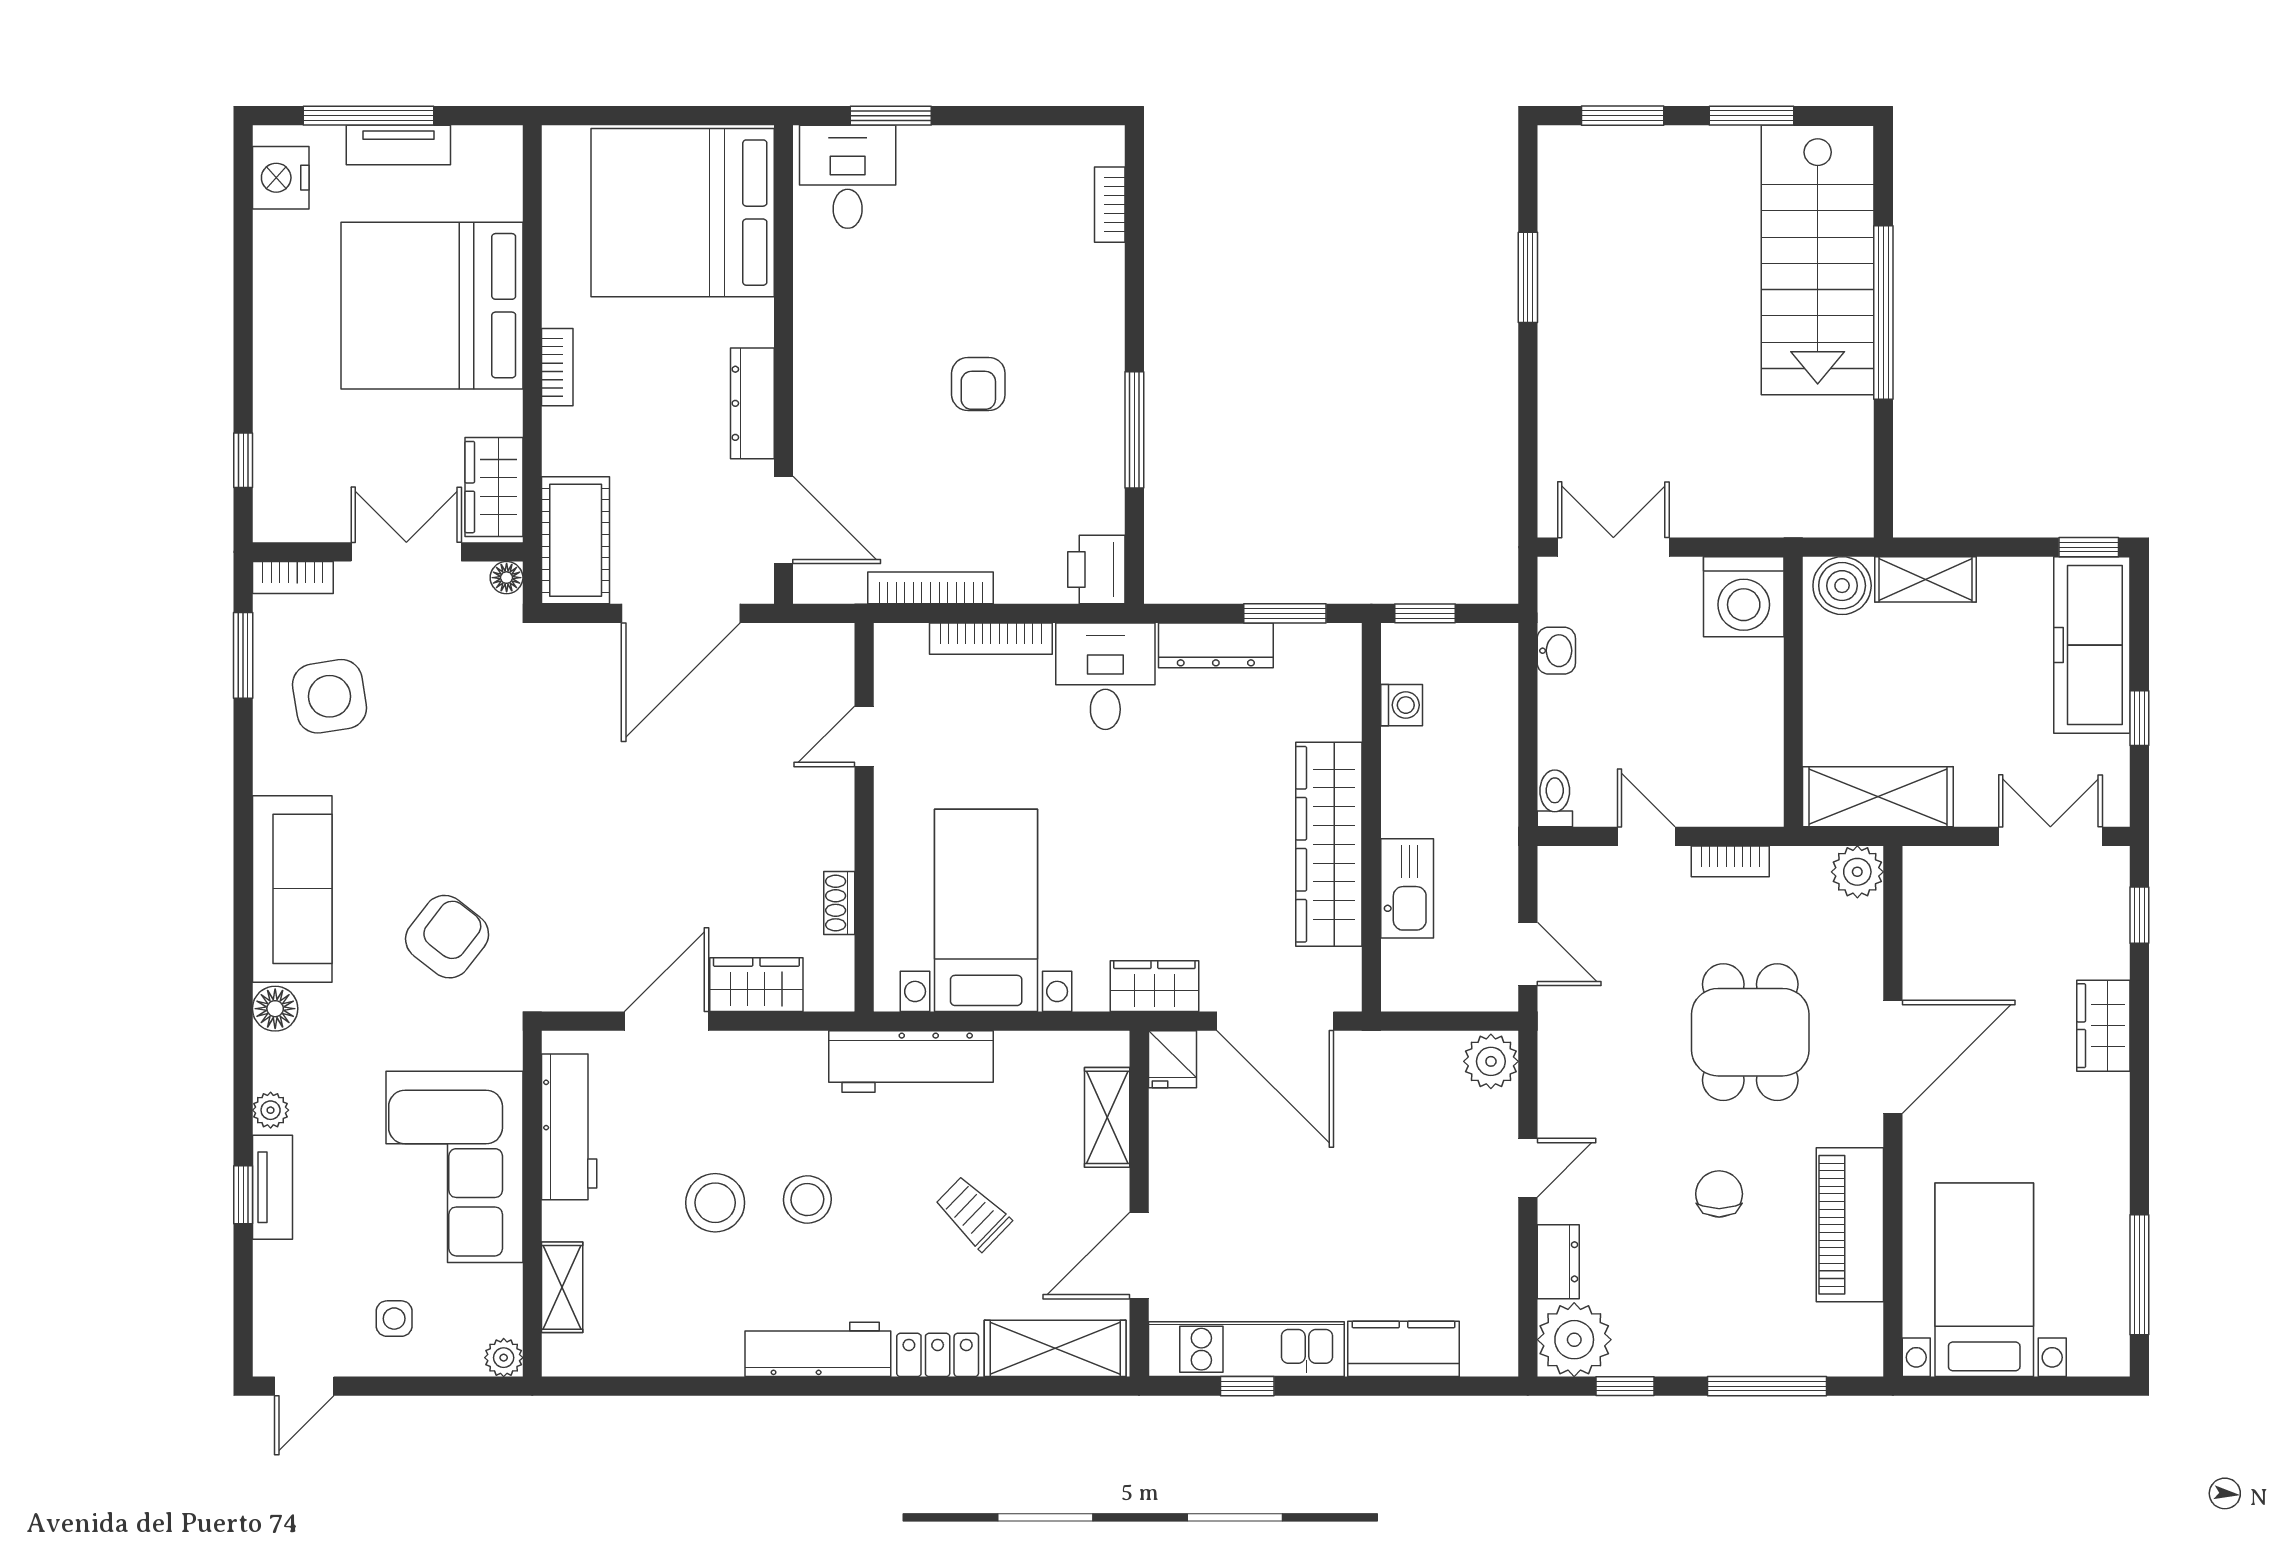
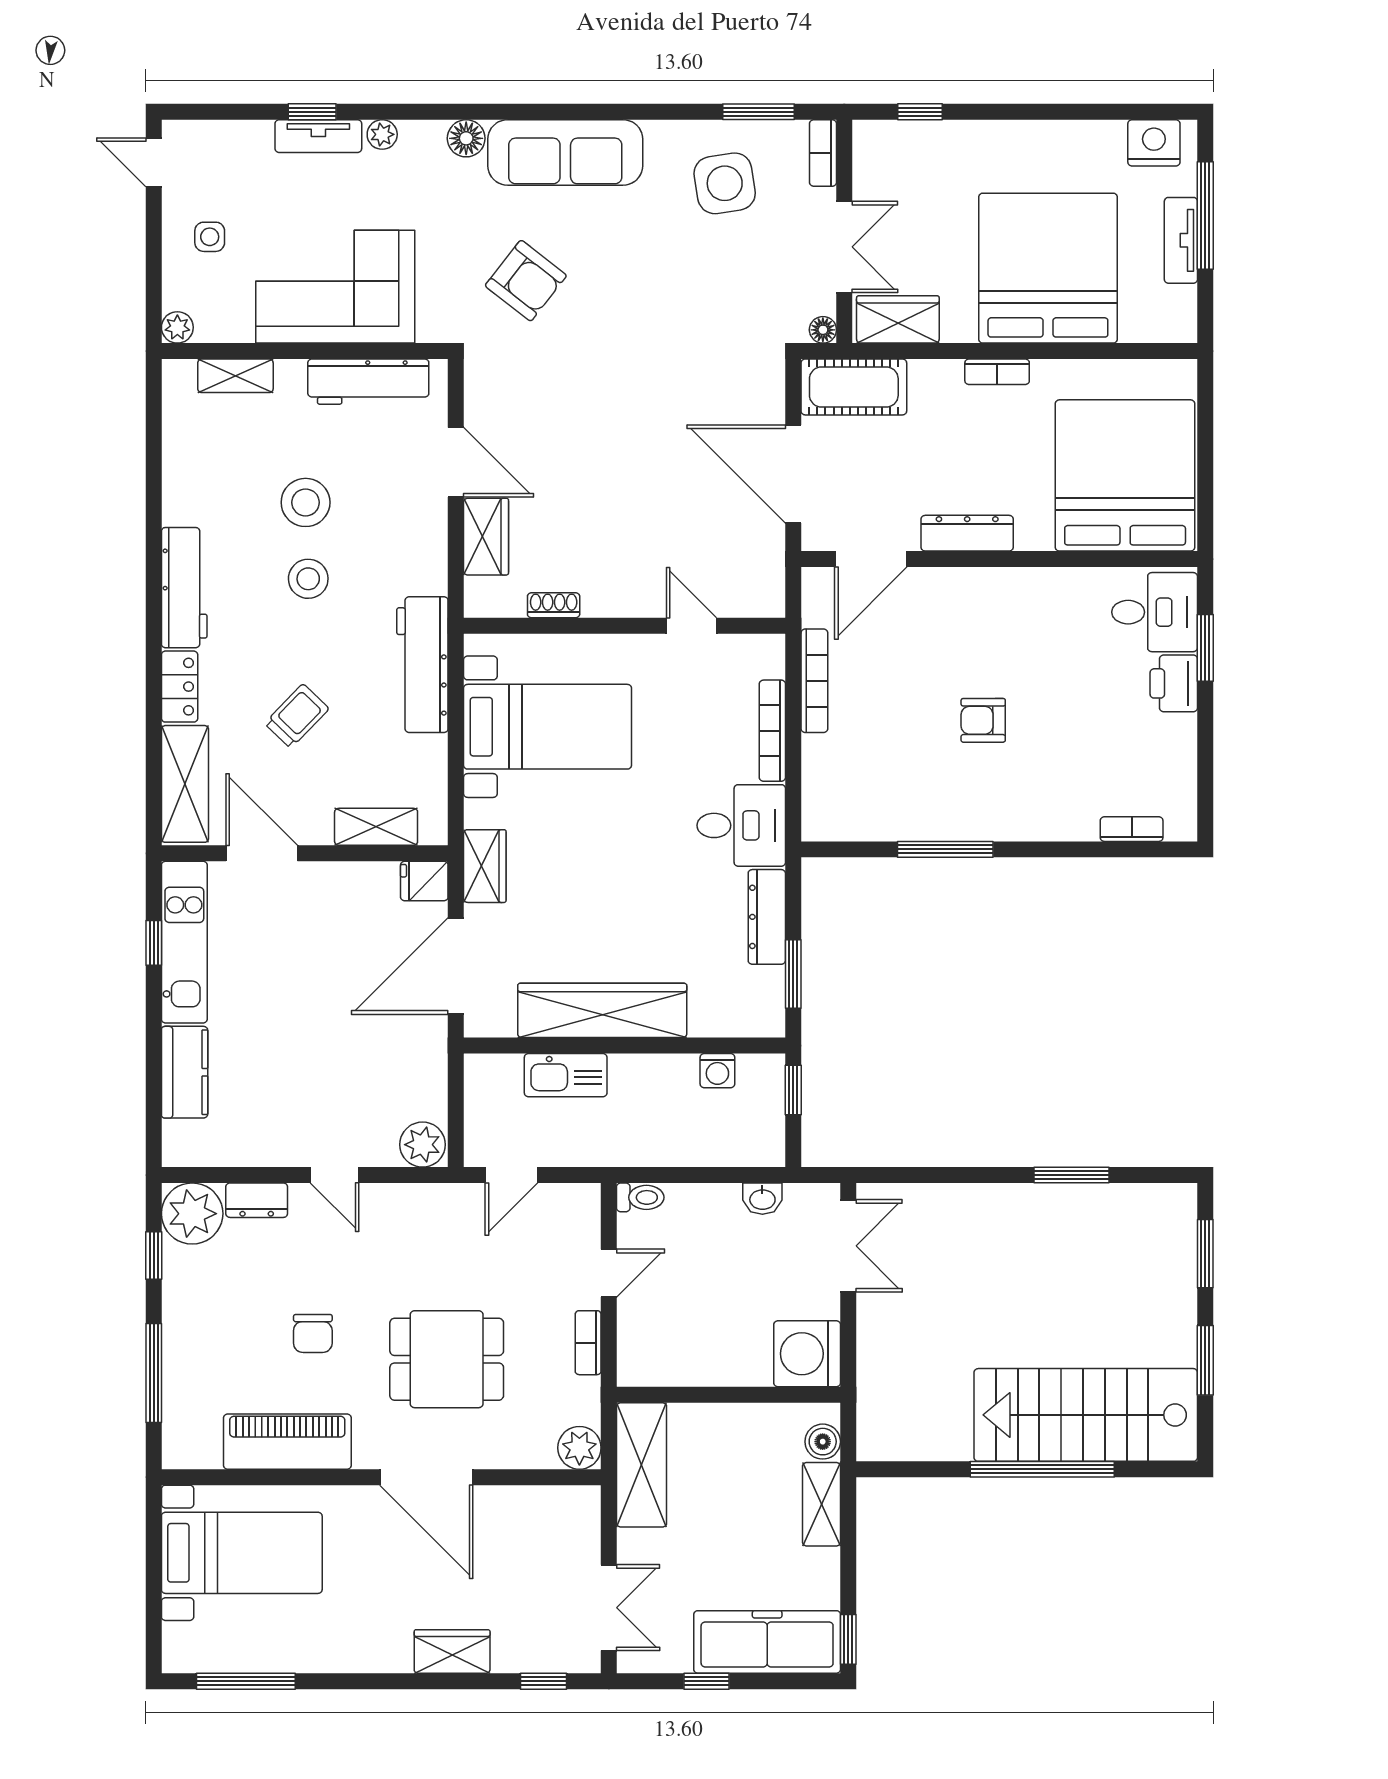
printer: (1096, 570) -> (1174, 683), moved, turned -90
boiler: (1842, 586) -> (823, 1442), width x0.73, depth x0.73
chair: (1719, 1194) -> (313, 1333), turned 90

